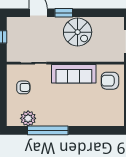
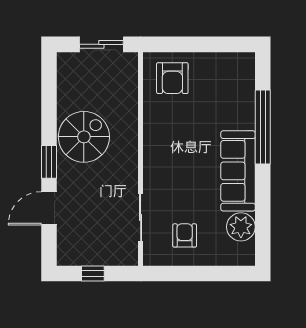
sofa: (74, 74) -> (238, 171), moved, turned 180
window: (48, 130) -> (263, 127), moved

